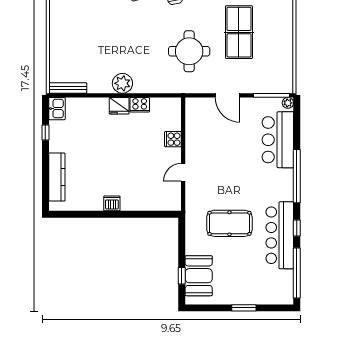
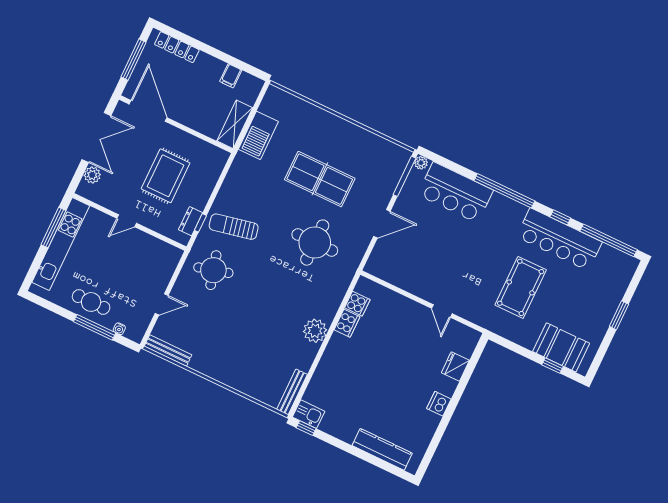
fridge: (119, 106) -> (455, 366), moved, turned 180
window: (45, 133) -> (306, 428), moved
cooker: (173, 139) -> (357, 304), moved, turned -90

